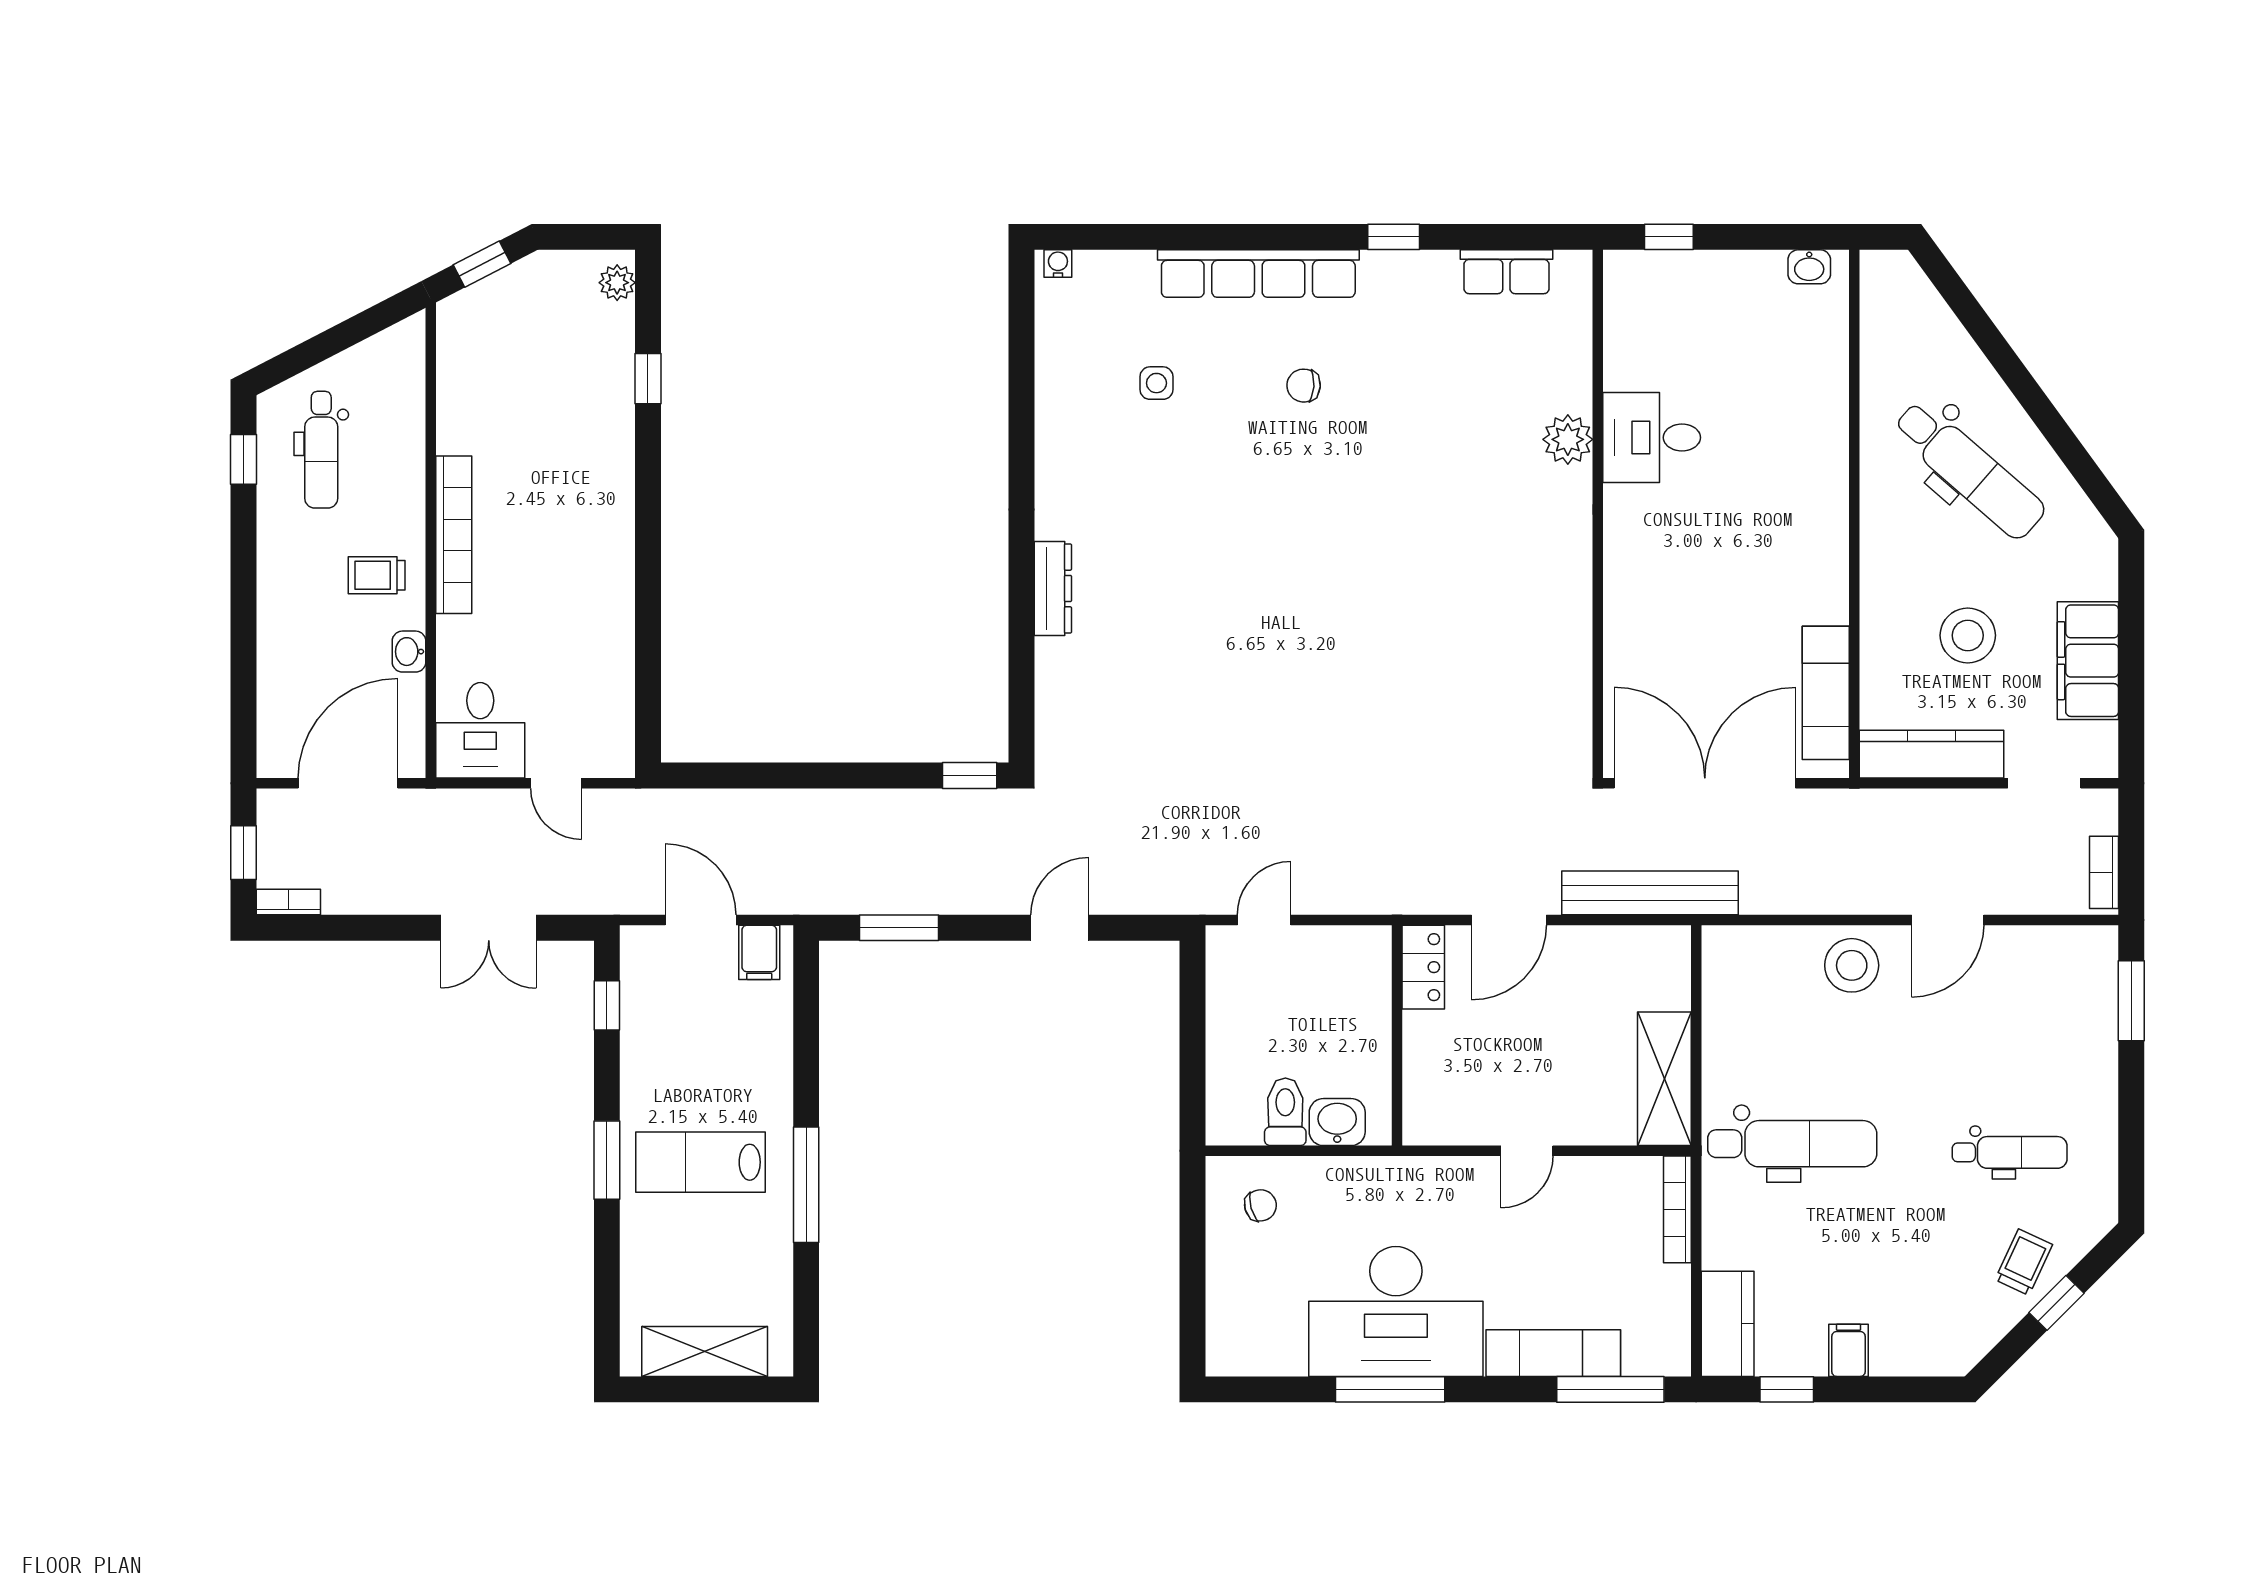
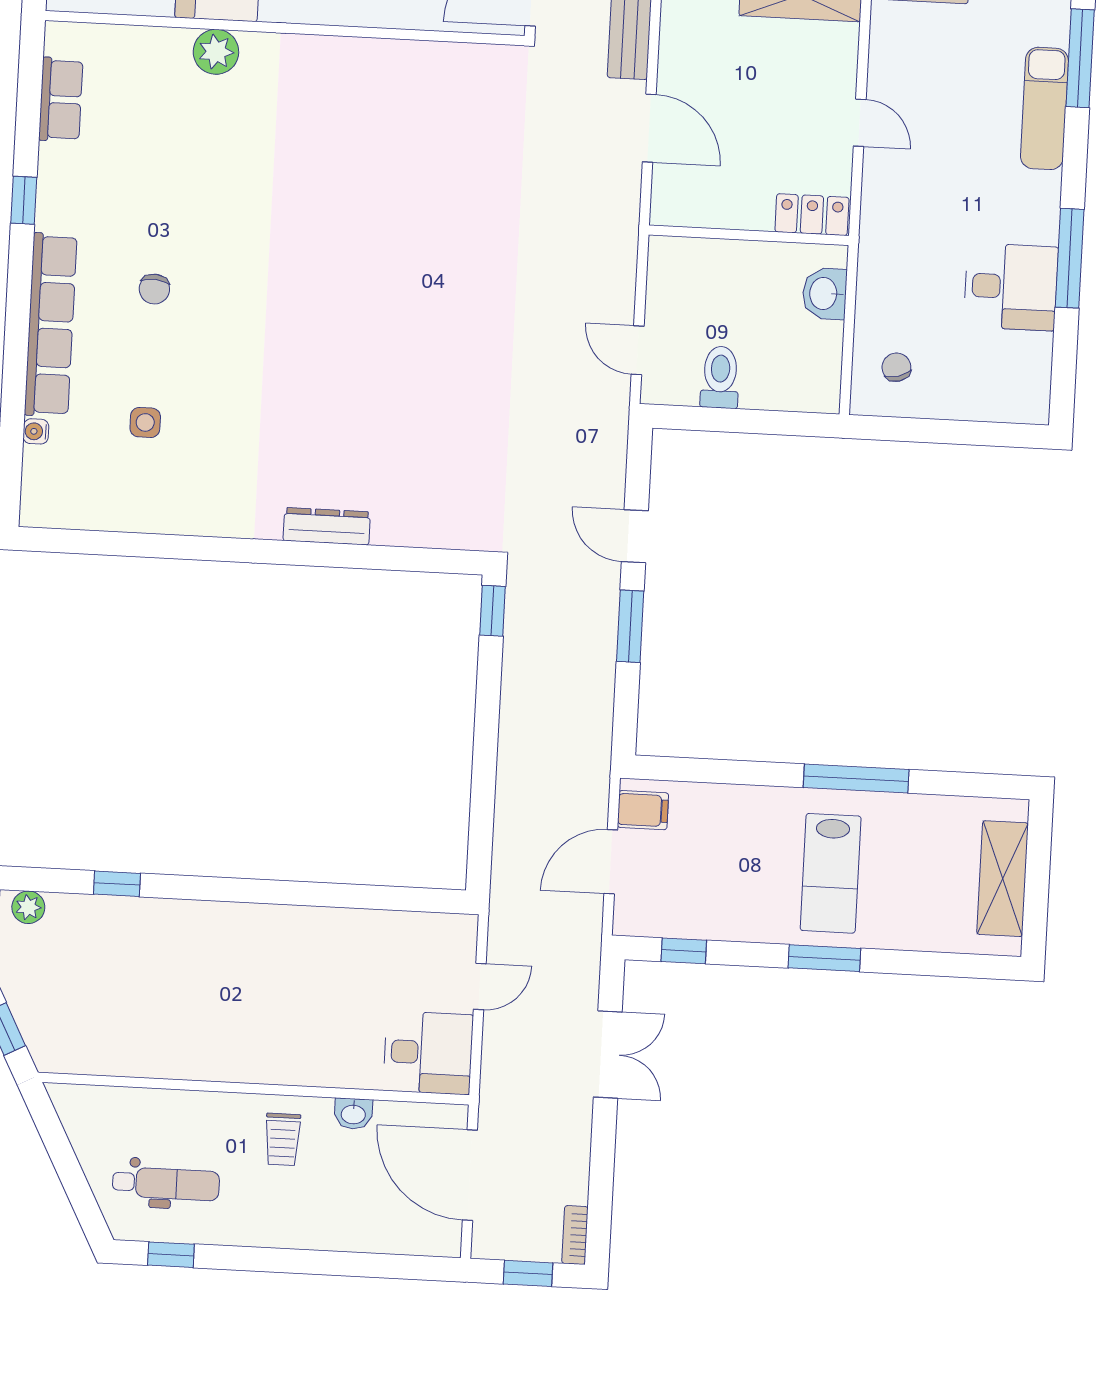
water cooler: (1058, 263) -> (36, 431), moved
bookcase: (454, 535) -> (249, 1067), removed
window: (899, 928) -> (630, 626), moved
locker: (1423, 967) -> (812, 215), moved
toilet: (1285, 1112) -> (720, 377), moved, turned 90
desk: (1396, 1311) -> (1011, 287), width x0.53, depth x0.77

